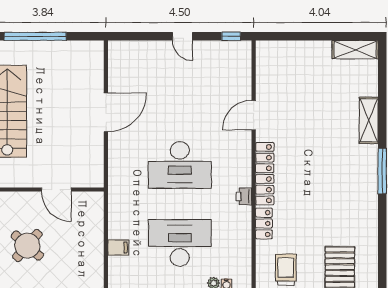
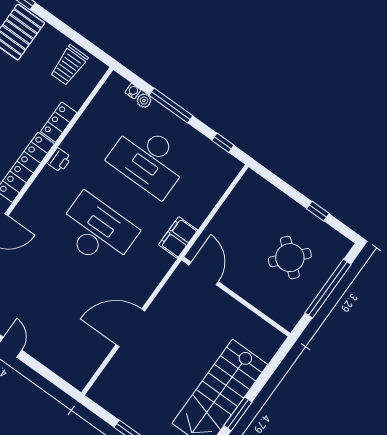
door: (56, 190) -> (204, 273), moved
filing cabinet: (118, 248) -> (178, 237), moved, width x2.00

